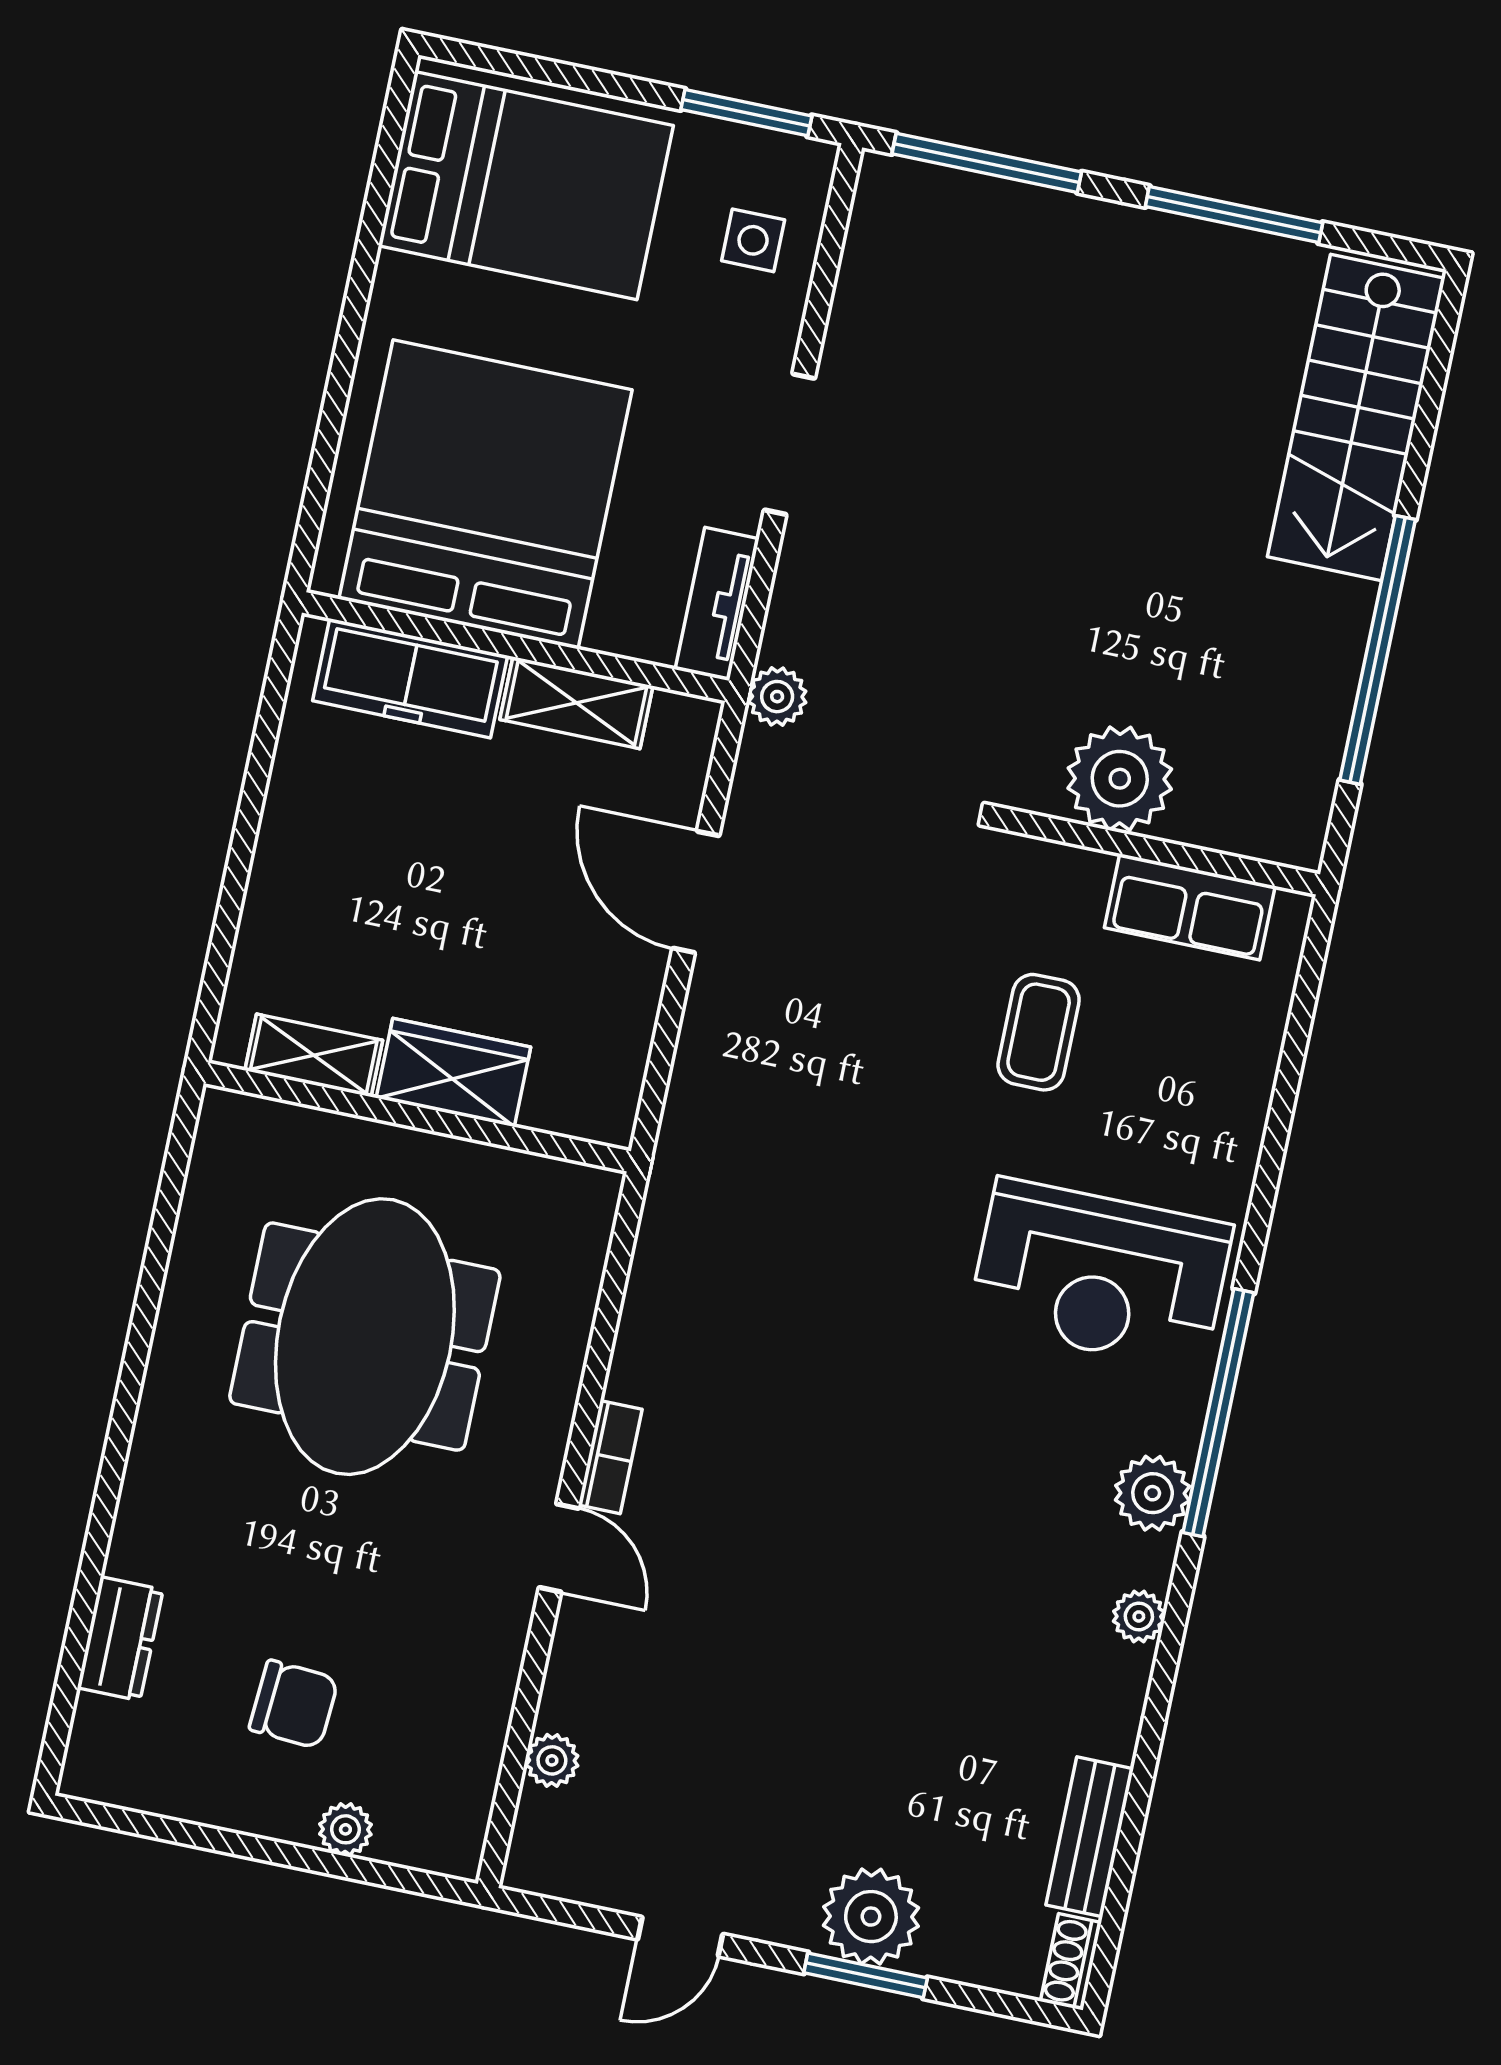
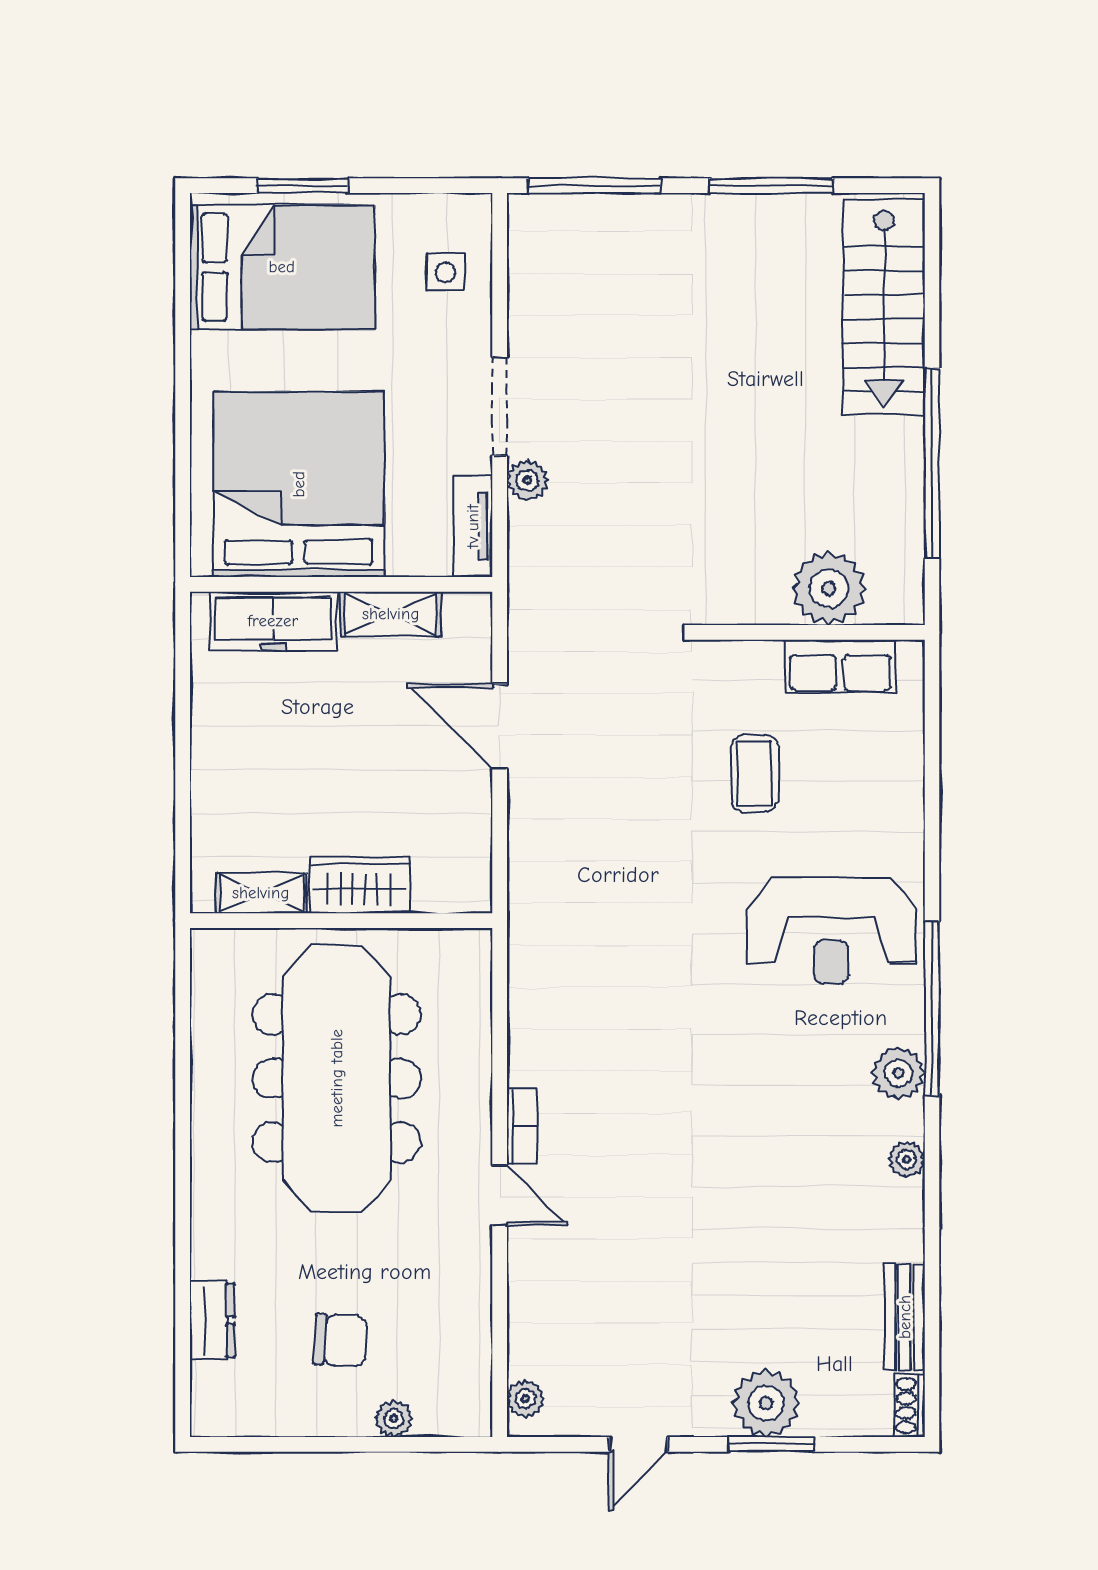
window: (746, 113) -> (303, 186), moved
plant: (777, 697) -> (527, 480), moved
plant: (1120, 779) -> (829, 588), moved
meeting table: (365, 1337) -> (337, 1078), width x1.36
plant: (552, 1760) -> (525, 1399), moved

